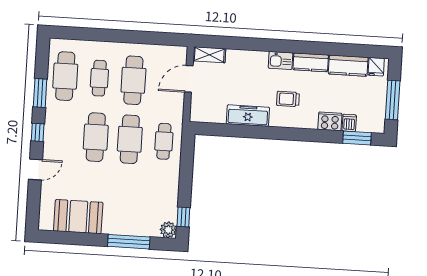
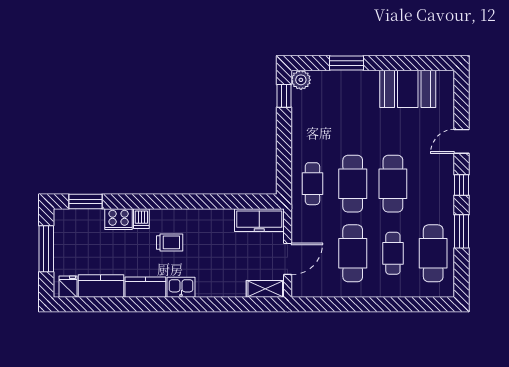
freezer: (248, 116) -> (259, 220), moved
dishwasher: (349, 123) -> (141, 219), moved
window: (129, 242) -> (347, 63), width x0.69

